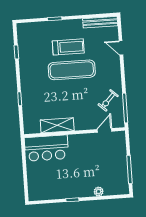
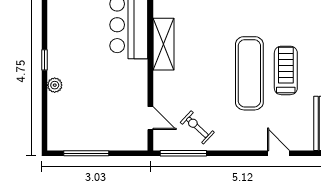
treadmill: (68, 47) -> (286, 70), turned 180
door: (121, 48) -> (279, 153), hinge flipped
plant: (99, 191) -> (55, 85), moved

